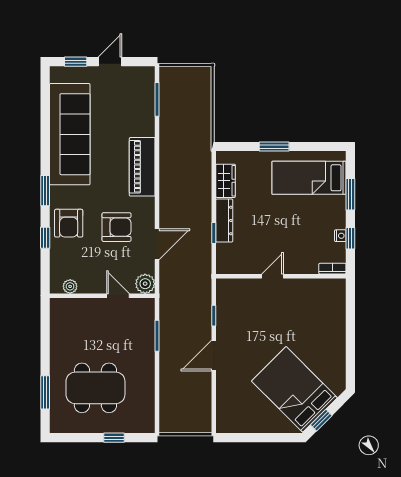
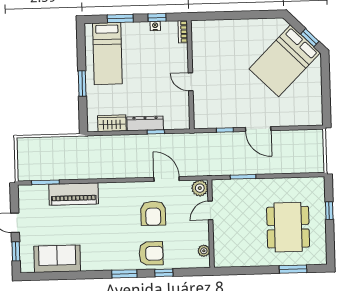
sofa: (70, 134) -> (57, 259), width x0.54, depth x0.79
piano: (142, 167) -> (74, 194), moved
armchair: (116, 227) -> (153, 213), turned 180

